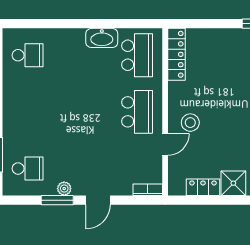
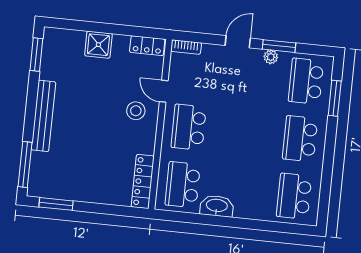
school desk: (28, 55) -> (294, 196), width x1.85
school desk: (28, 112) -> (300, 139), added
door: (165, 144) -> (164, 91), hinge flipped
school desk: (28, 169) -> (306, 81), width x1.85
locker: (203, 187) -> (147, 46), moved

